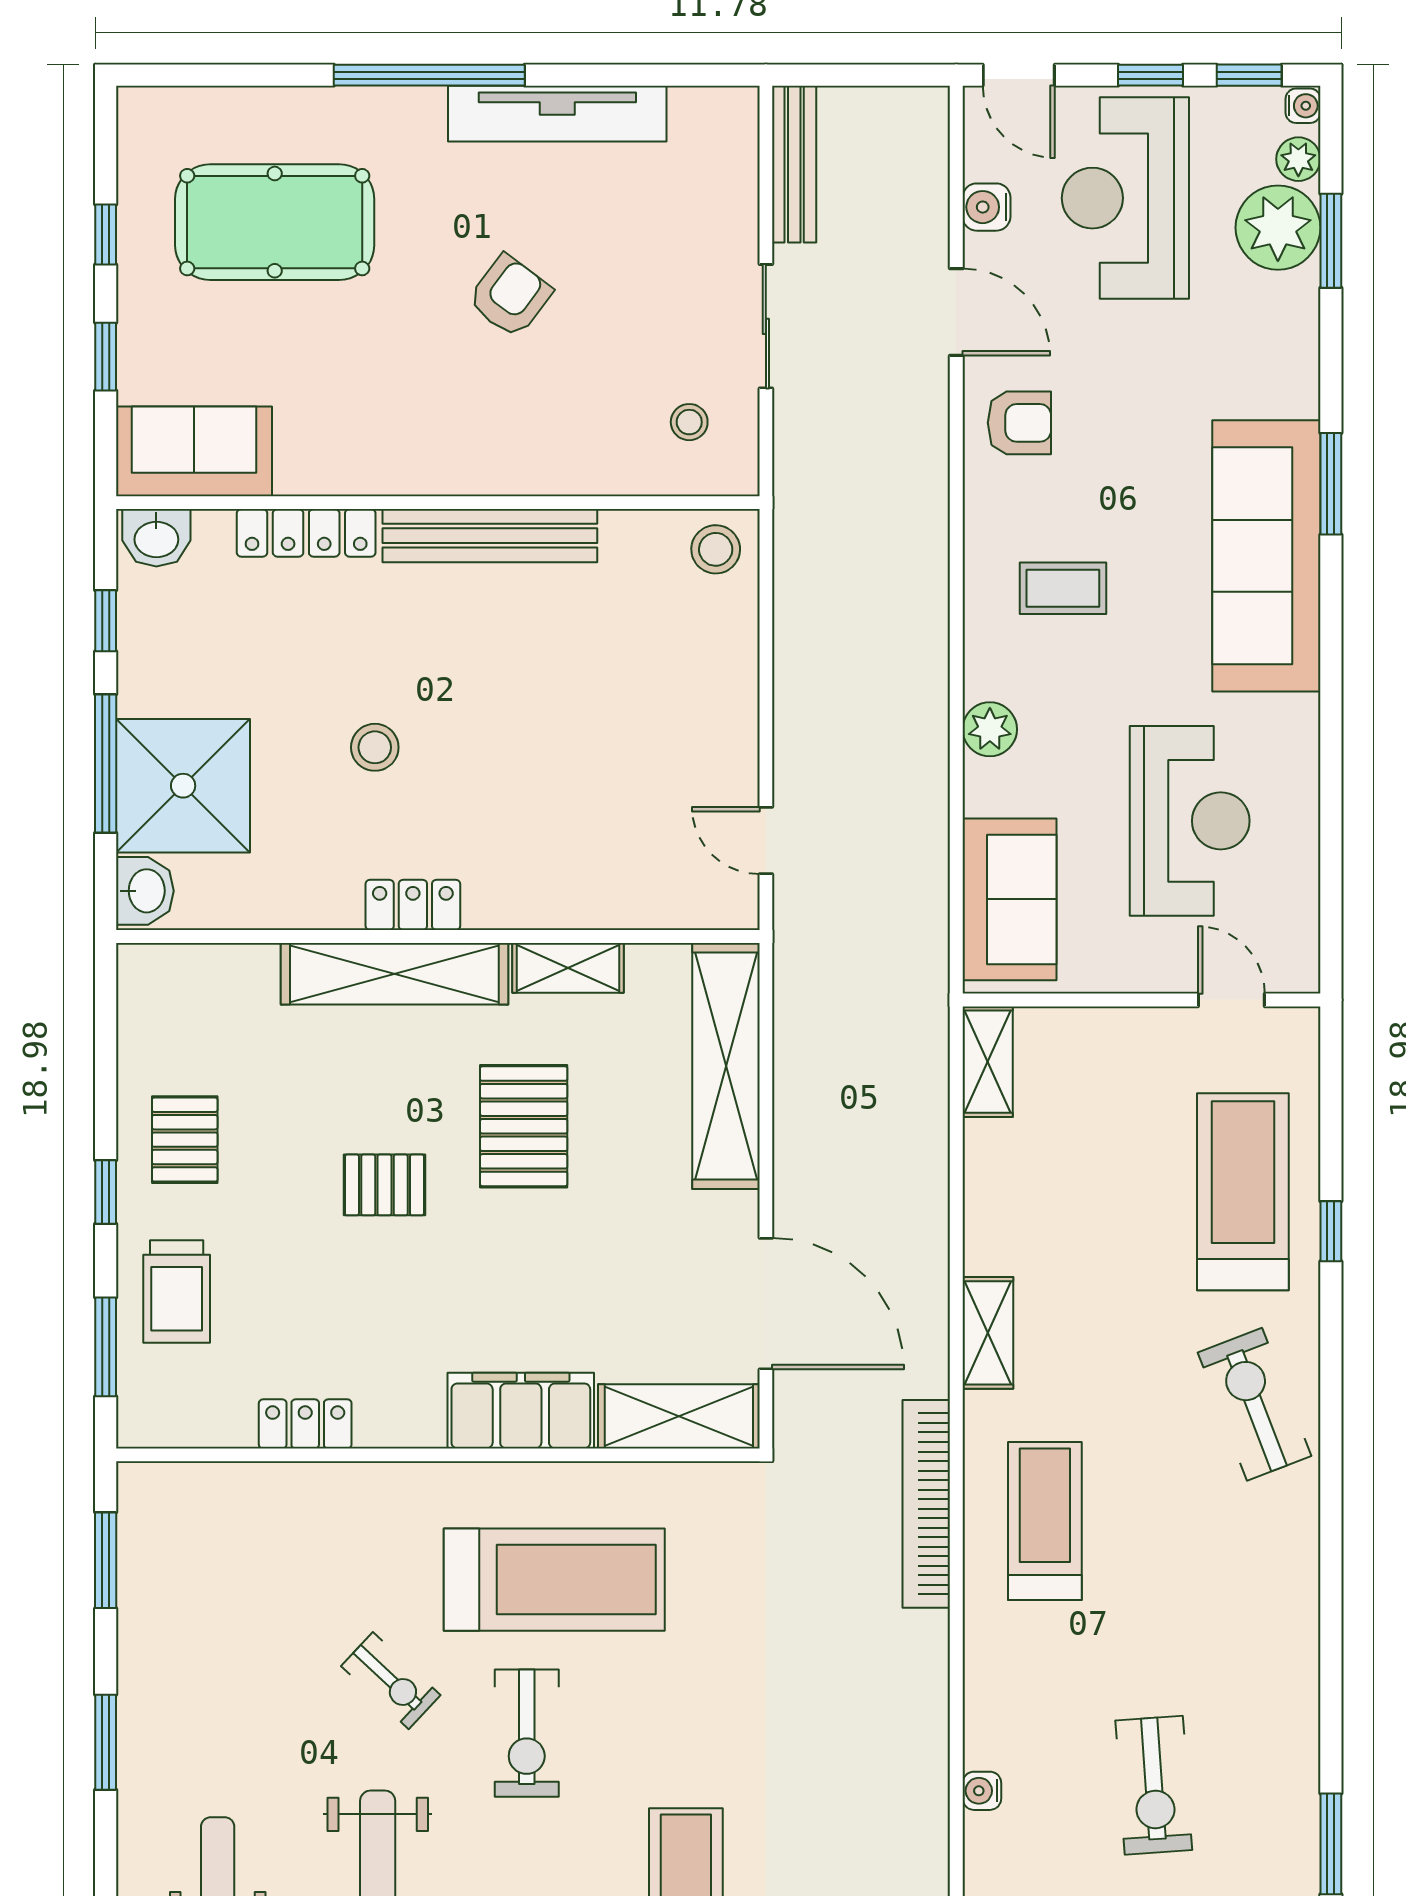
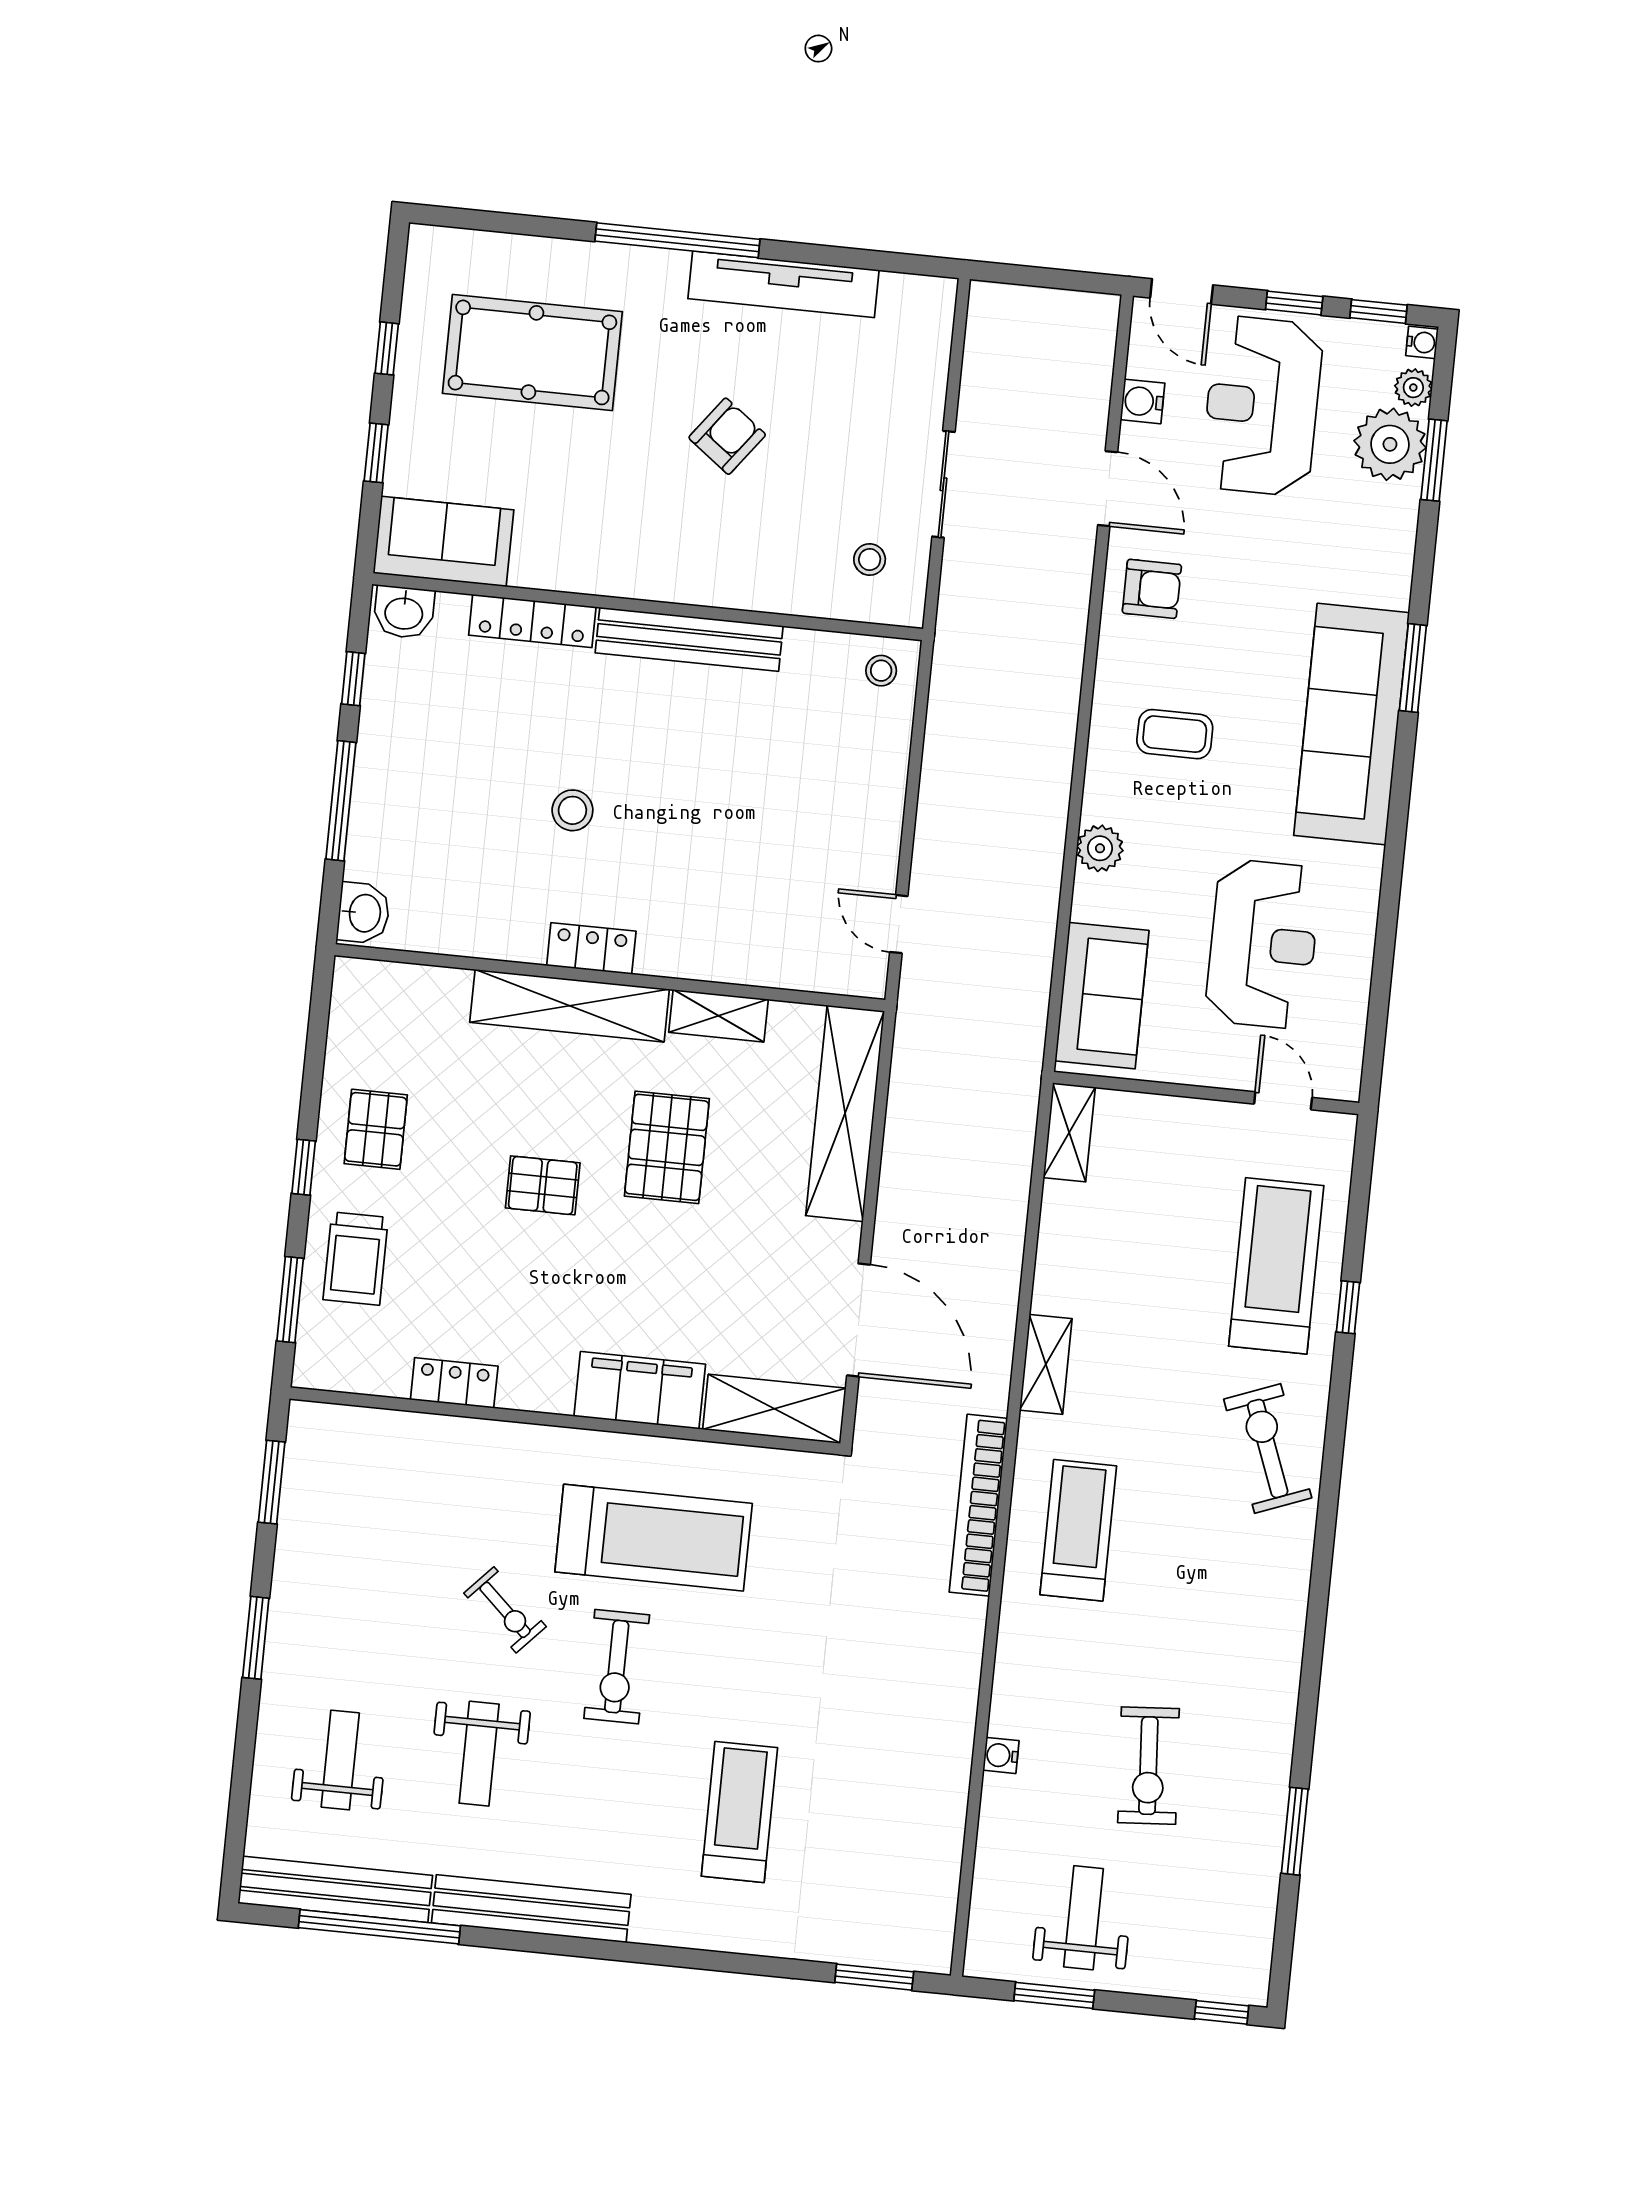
bench: (794, 164) -> (982, 348), removed
stool: (716, 549) -> (881, 671), width x0.73, depth x0.73
shower: (183, 786) -> (405, 826), removed

